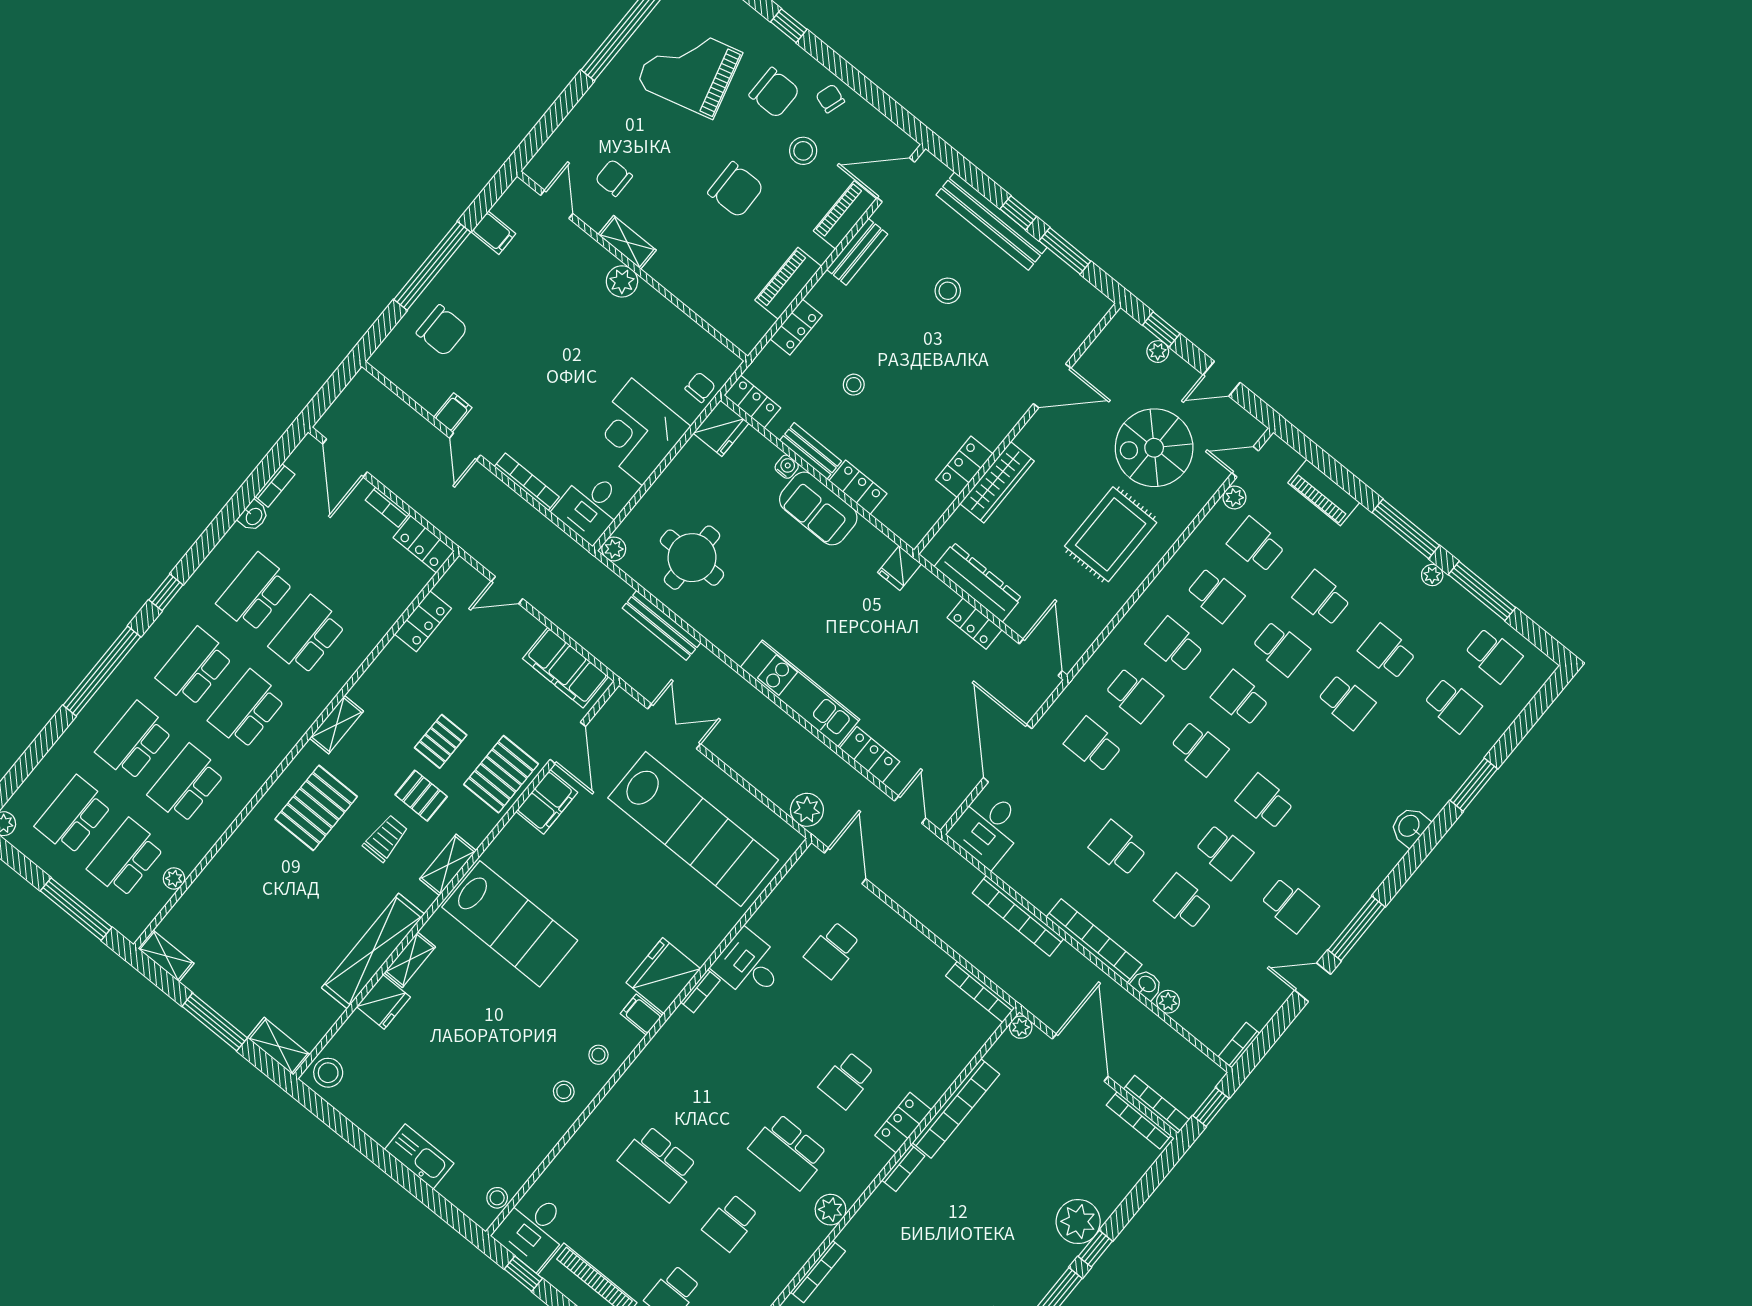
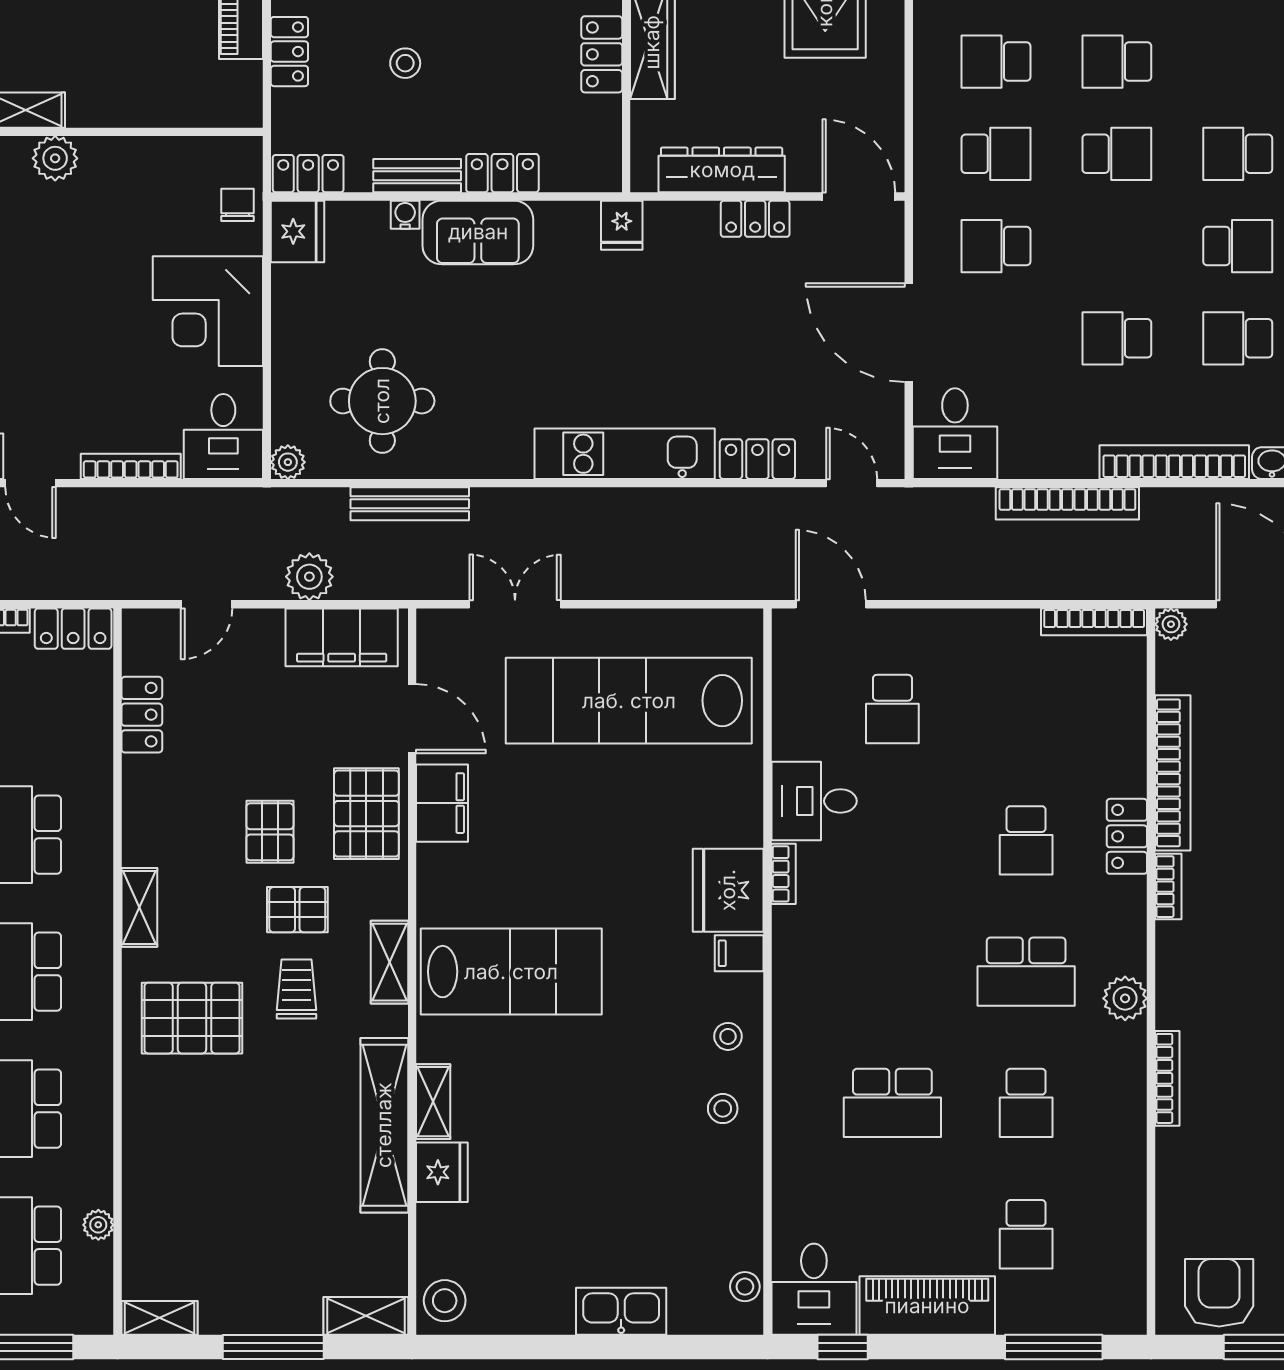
pallet: (316, 808) -> (192, 1018), turned 90
plant: (807, 810) -> (309, 577), moved
lab bench: (693, 829) -> (629, 701), turned 180

